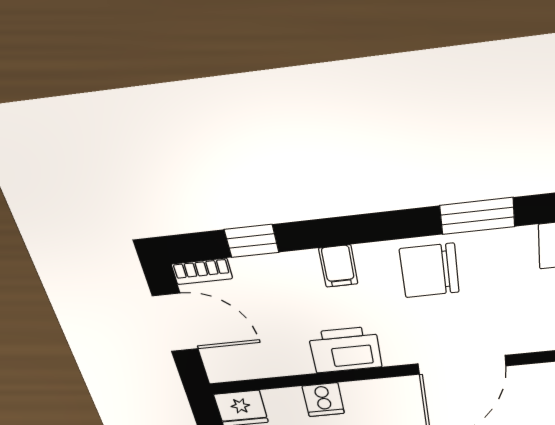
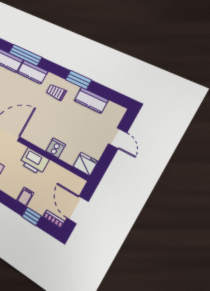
filing cabinet: (338, 266) -> (25, 197), moved

